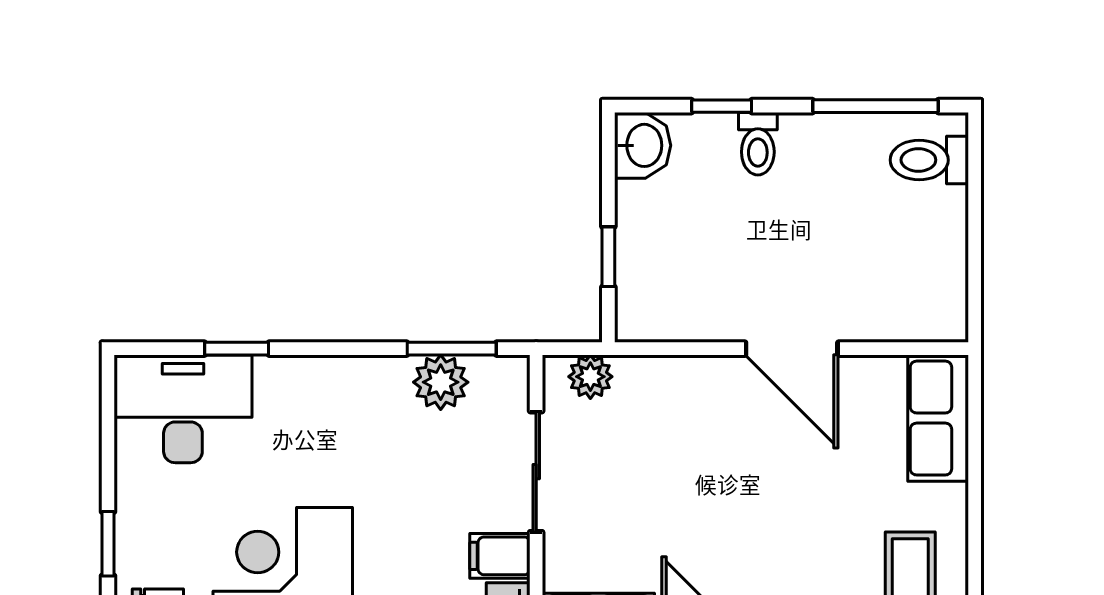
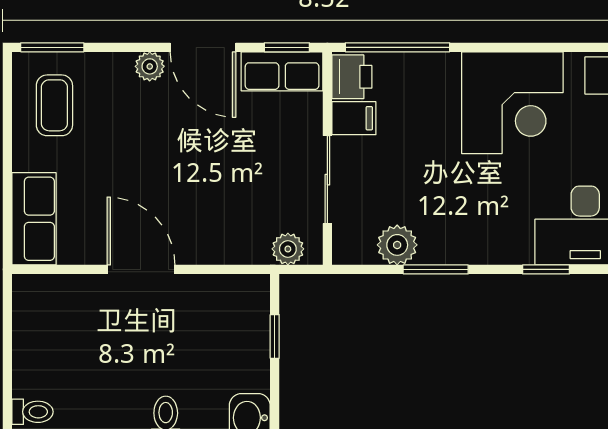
toilet: (929, 160) -> (33, 412), width x0.73, depth x0.72
window: (452, 349) -> (436, 269), moved

